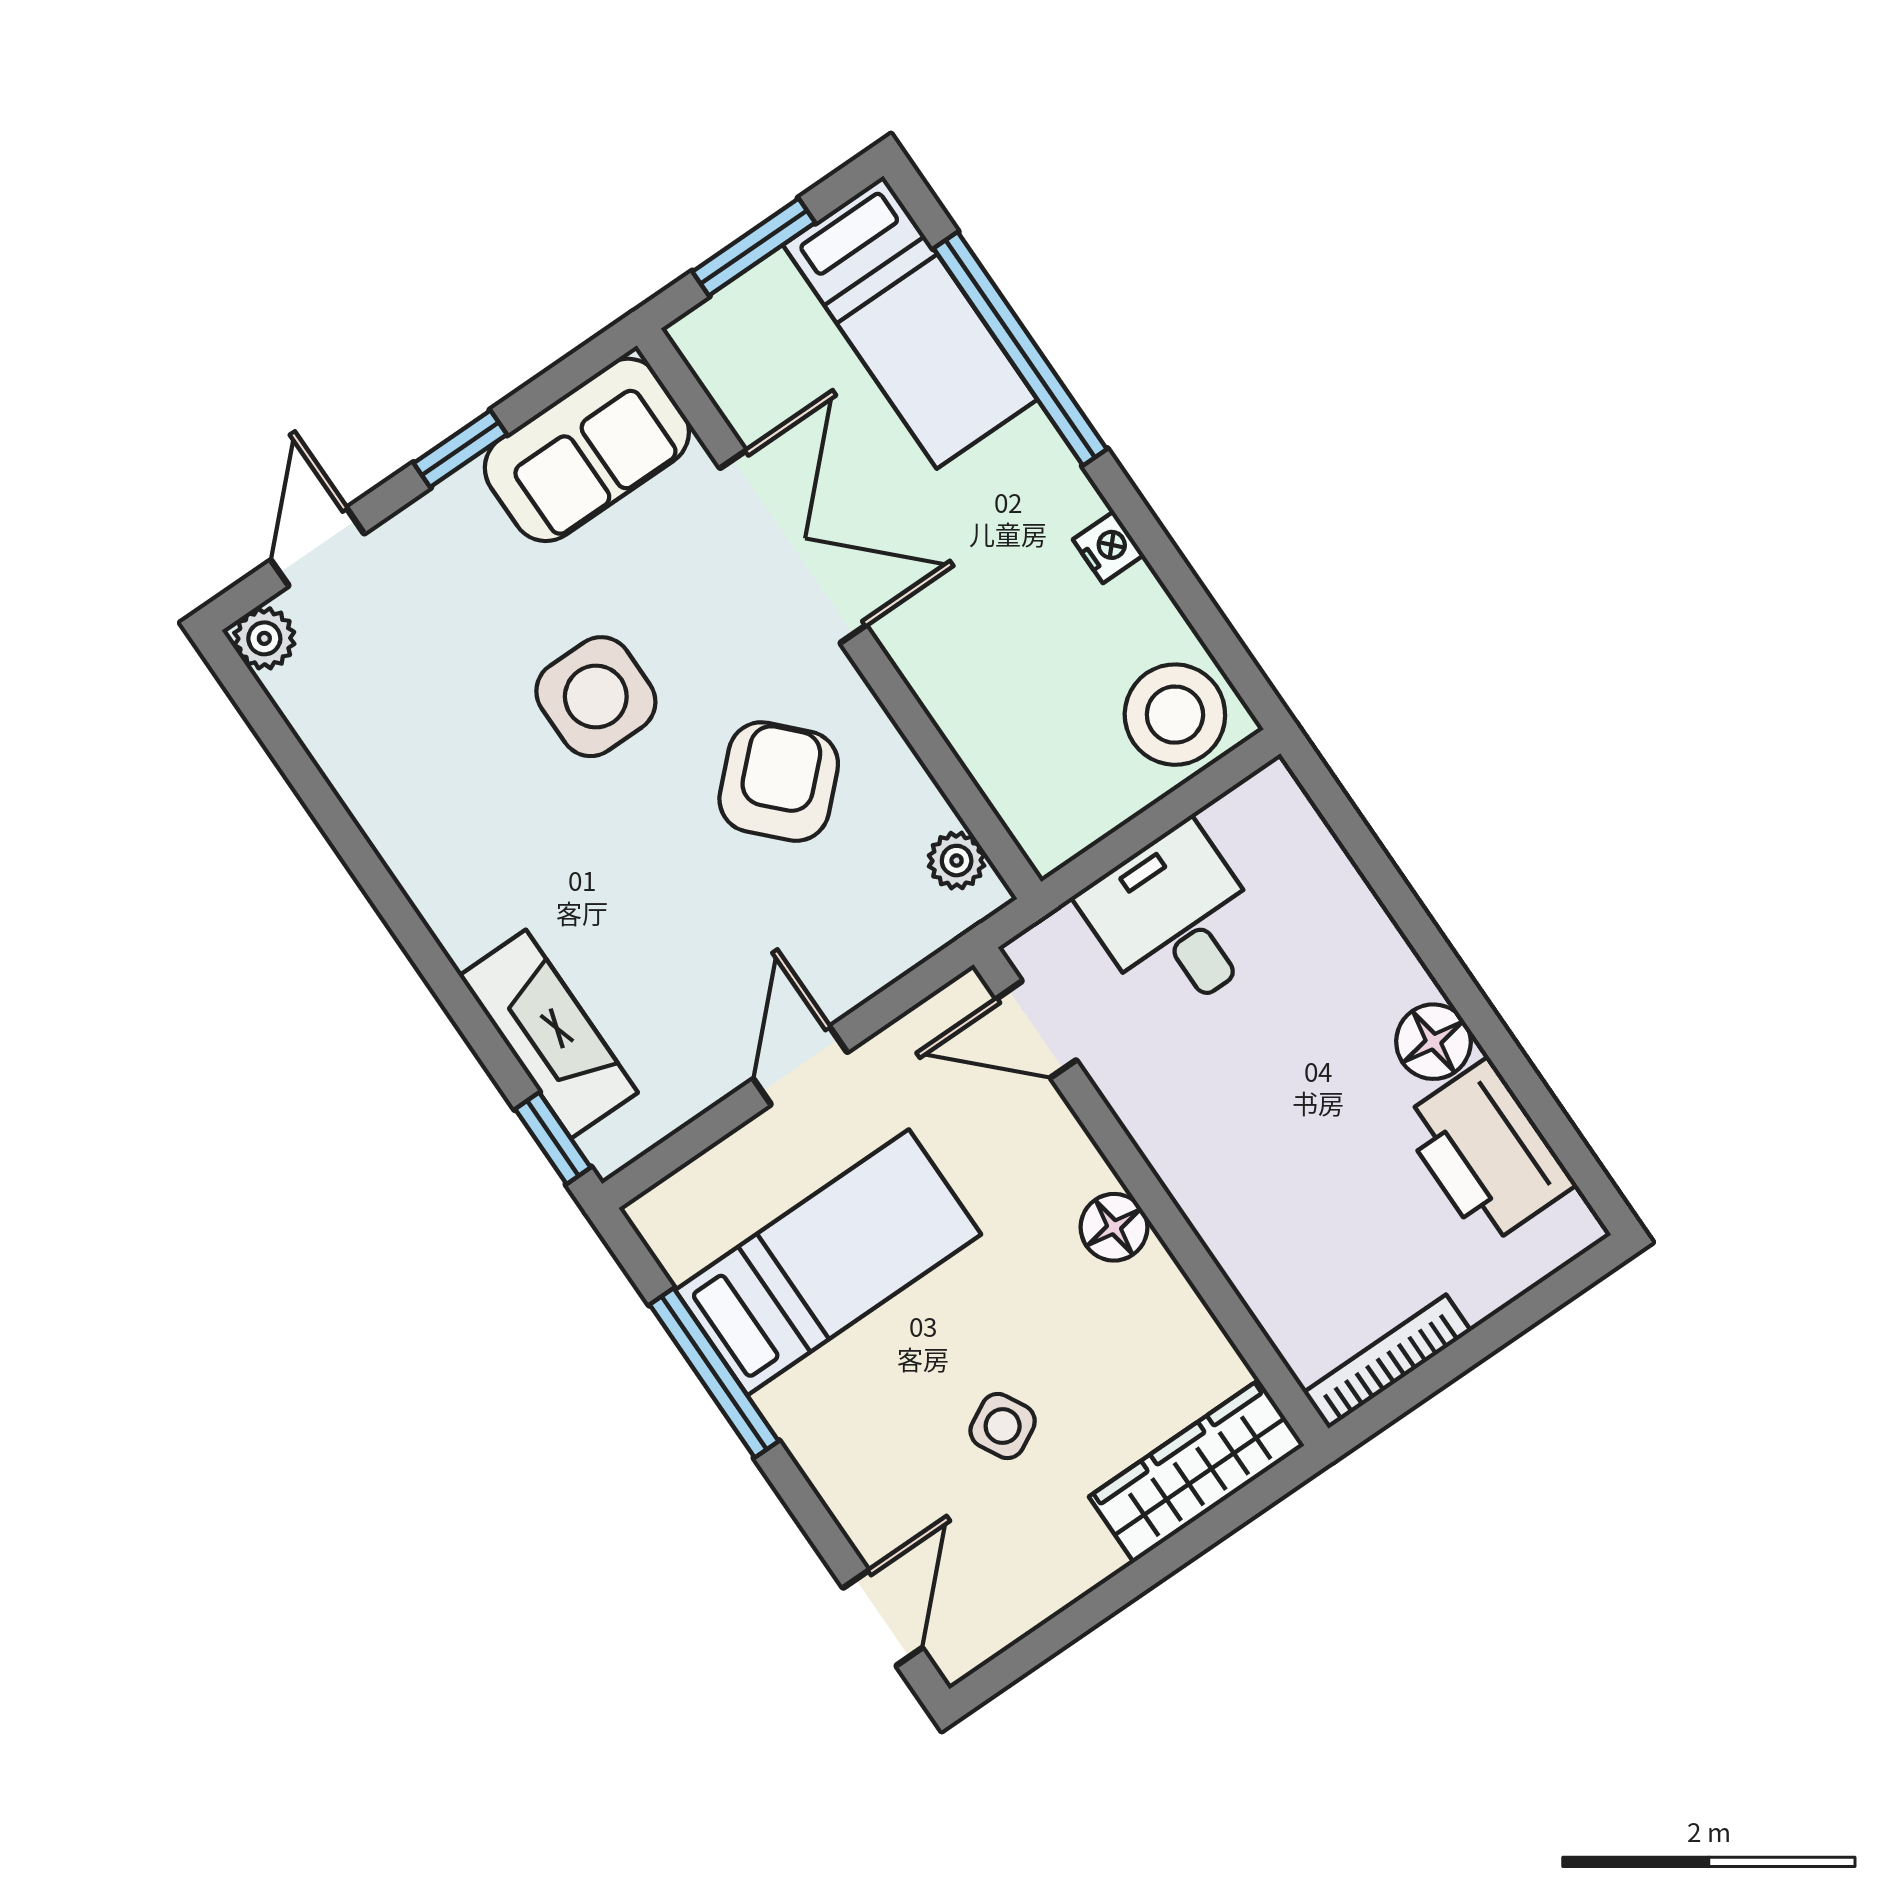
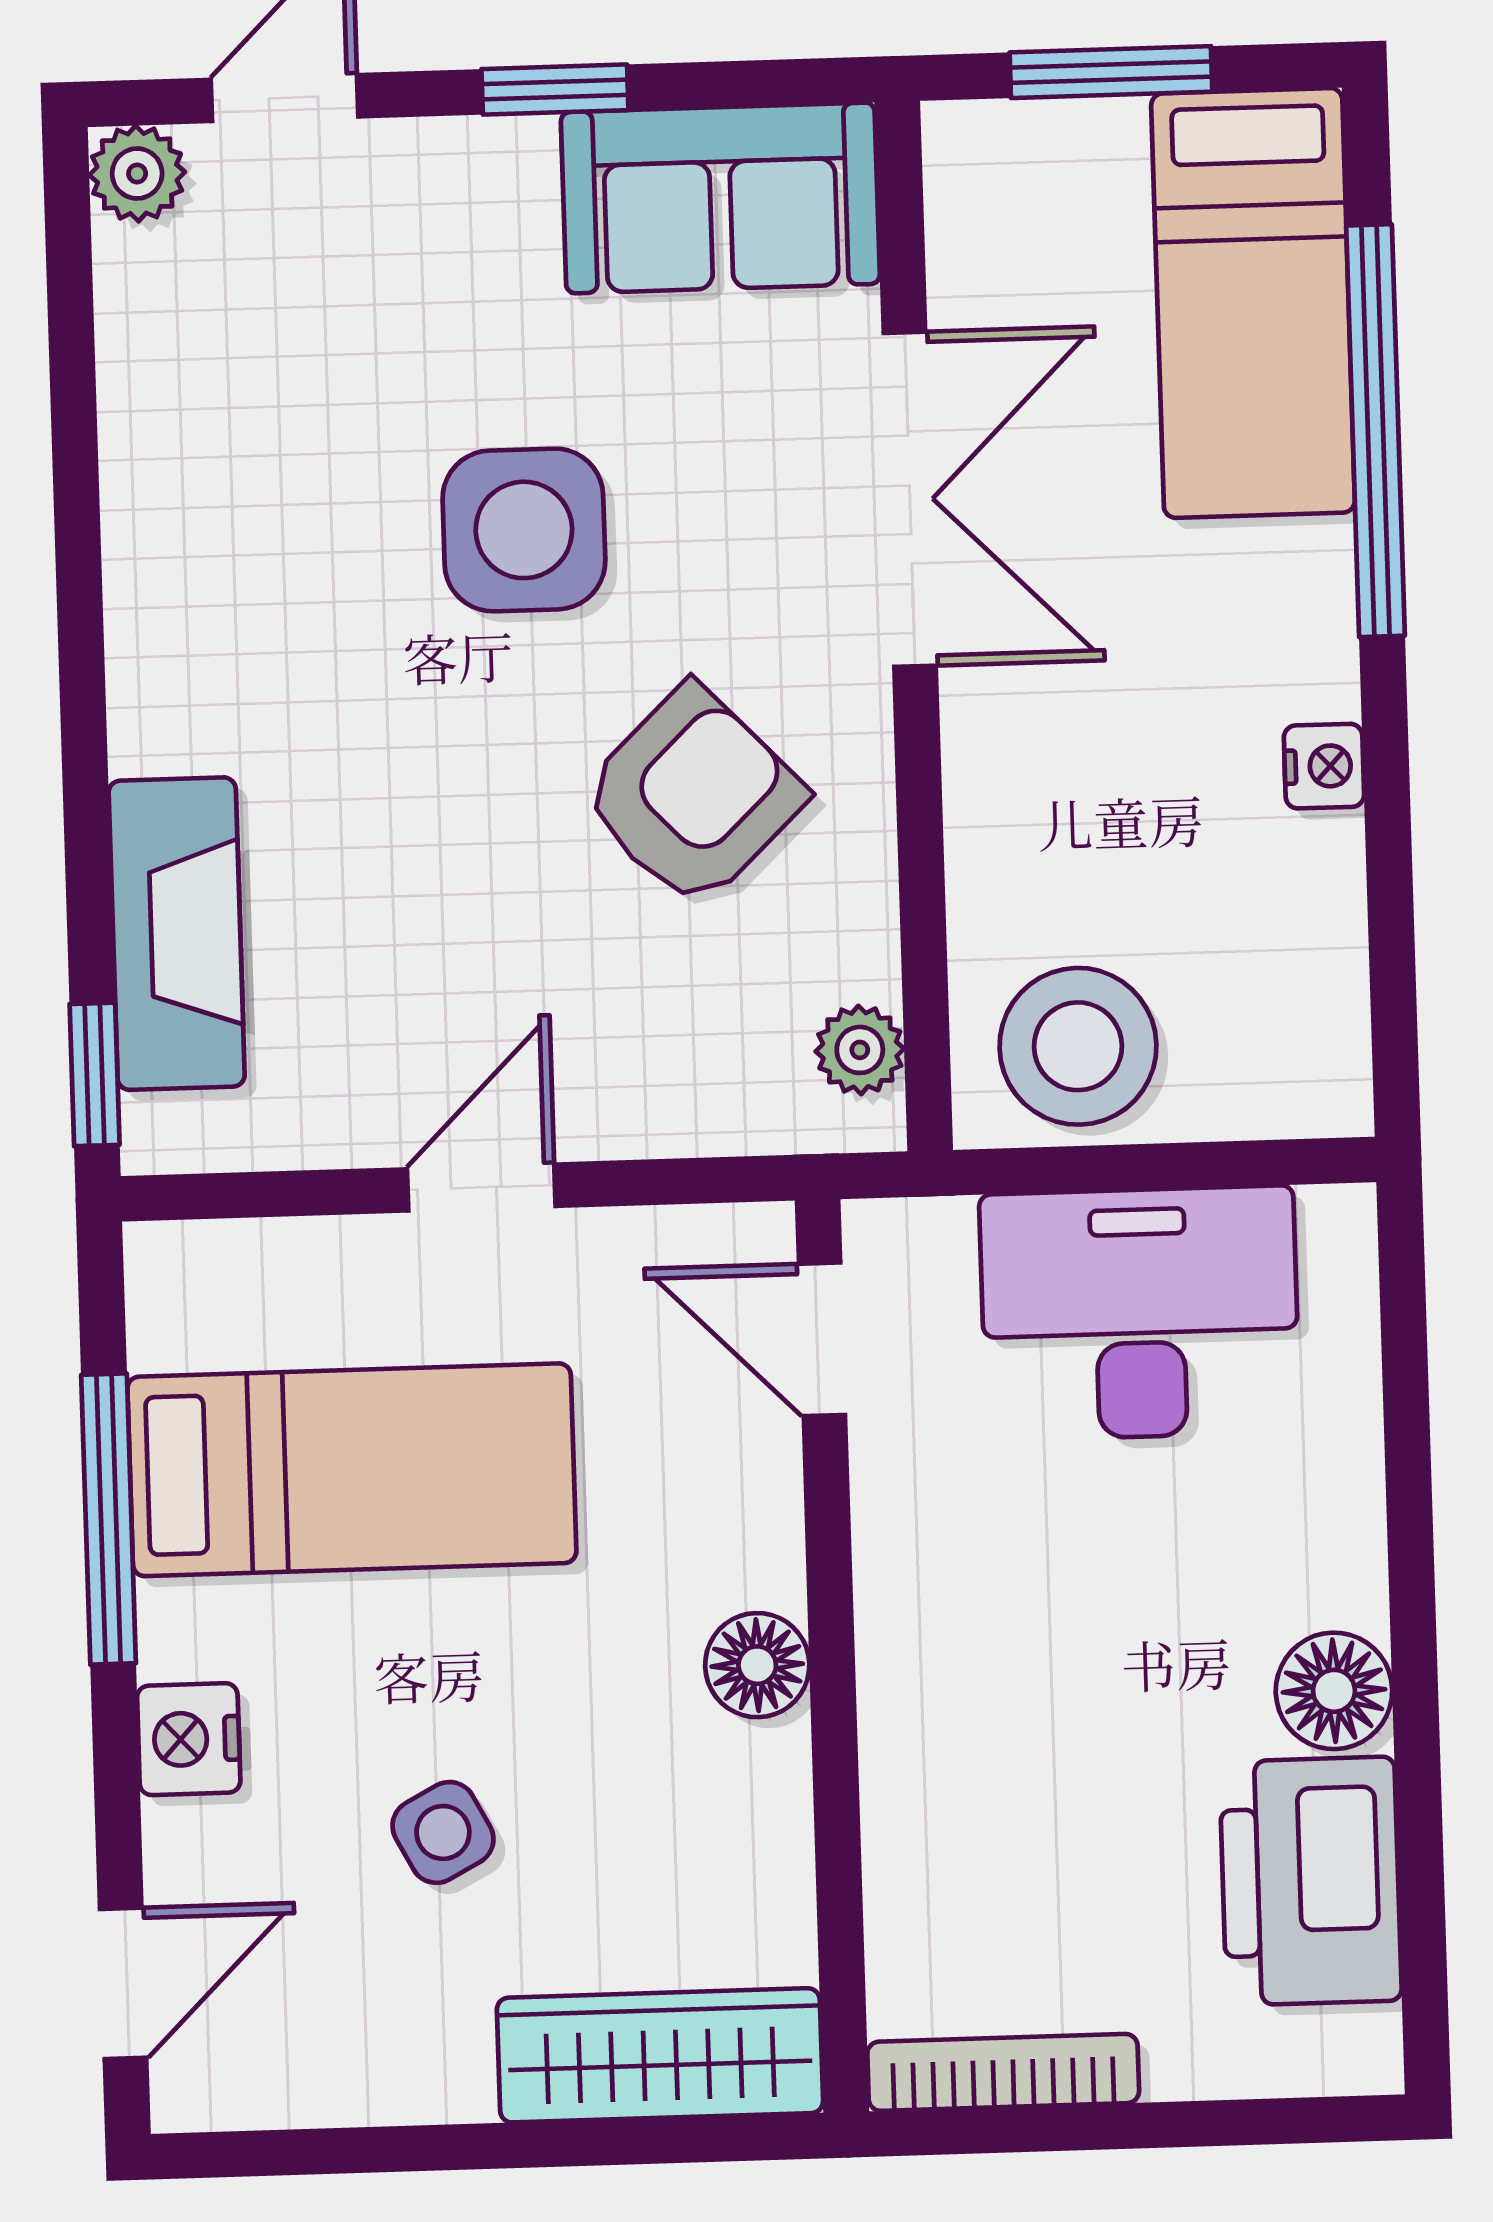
stool: (1175, 715) -> (1078, 1046), moved
desk: (1176, 921) -> (1140, 1313), width x1.37
nightstand: (833, 1464) -> (189, 1739), added

